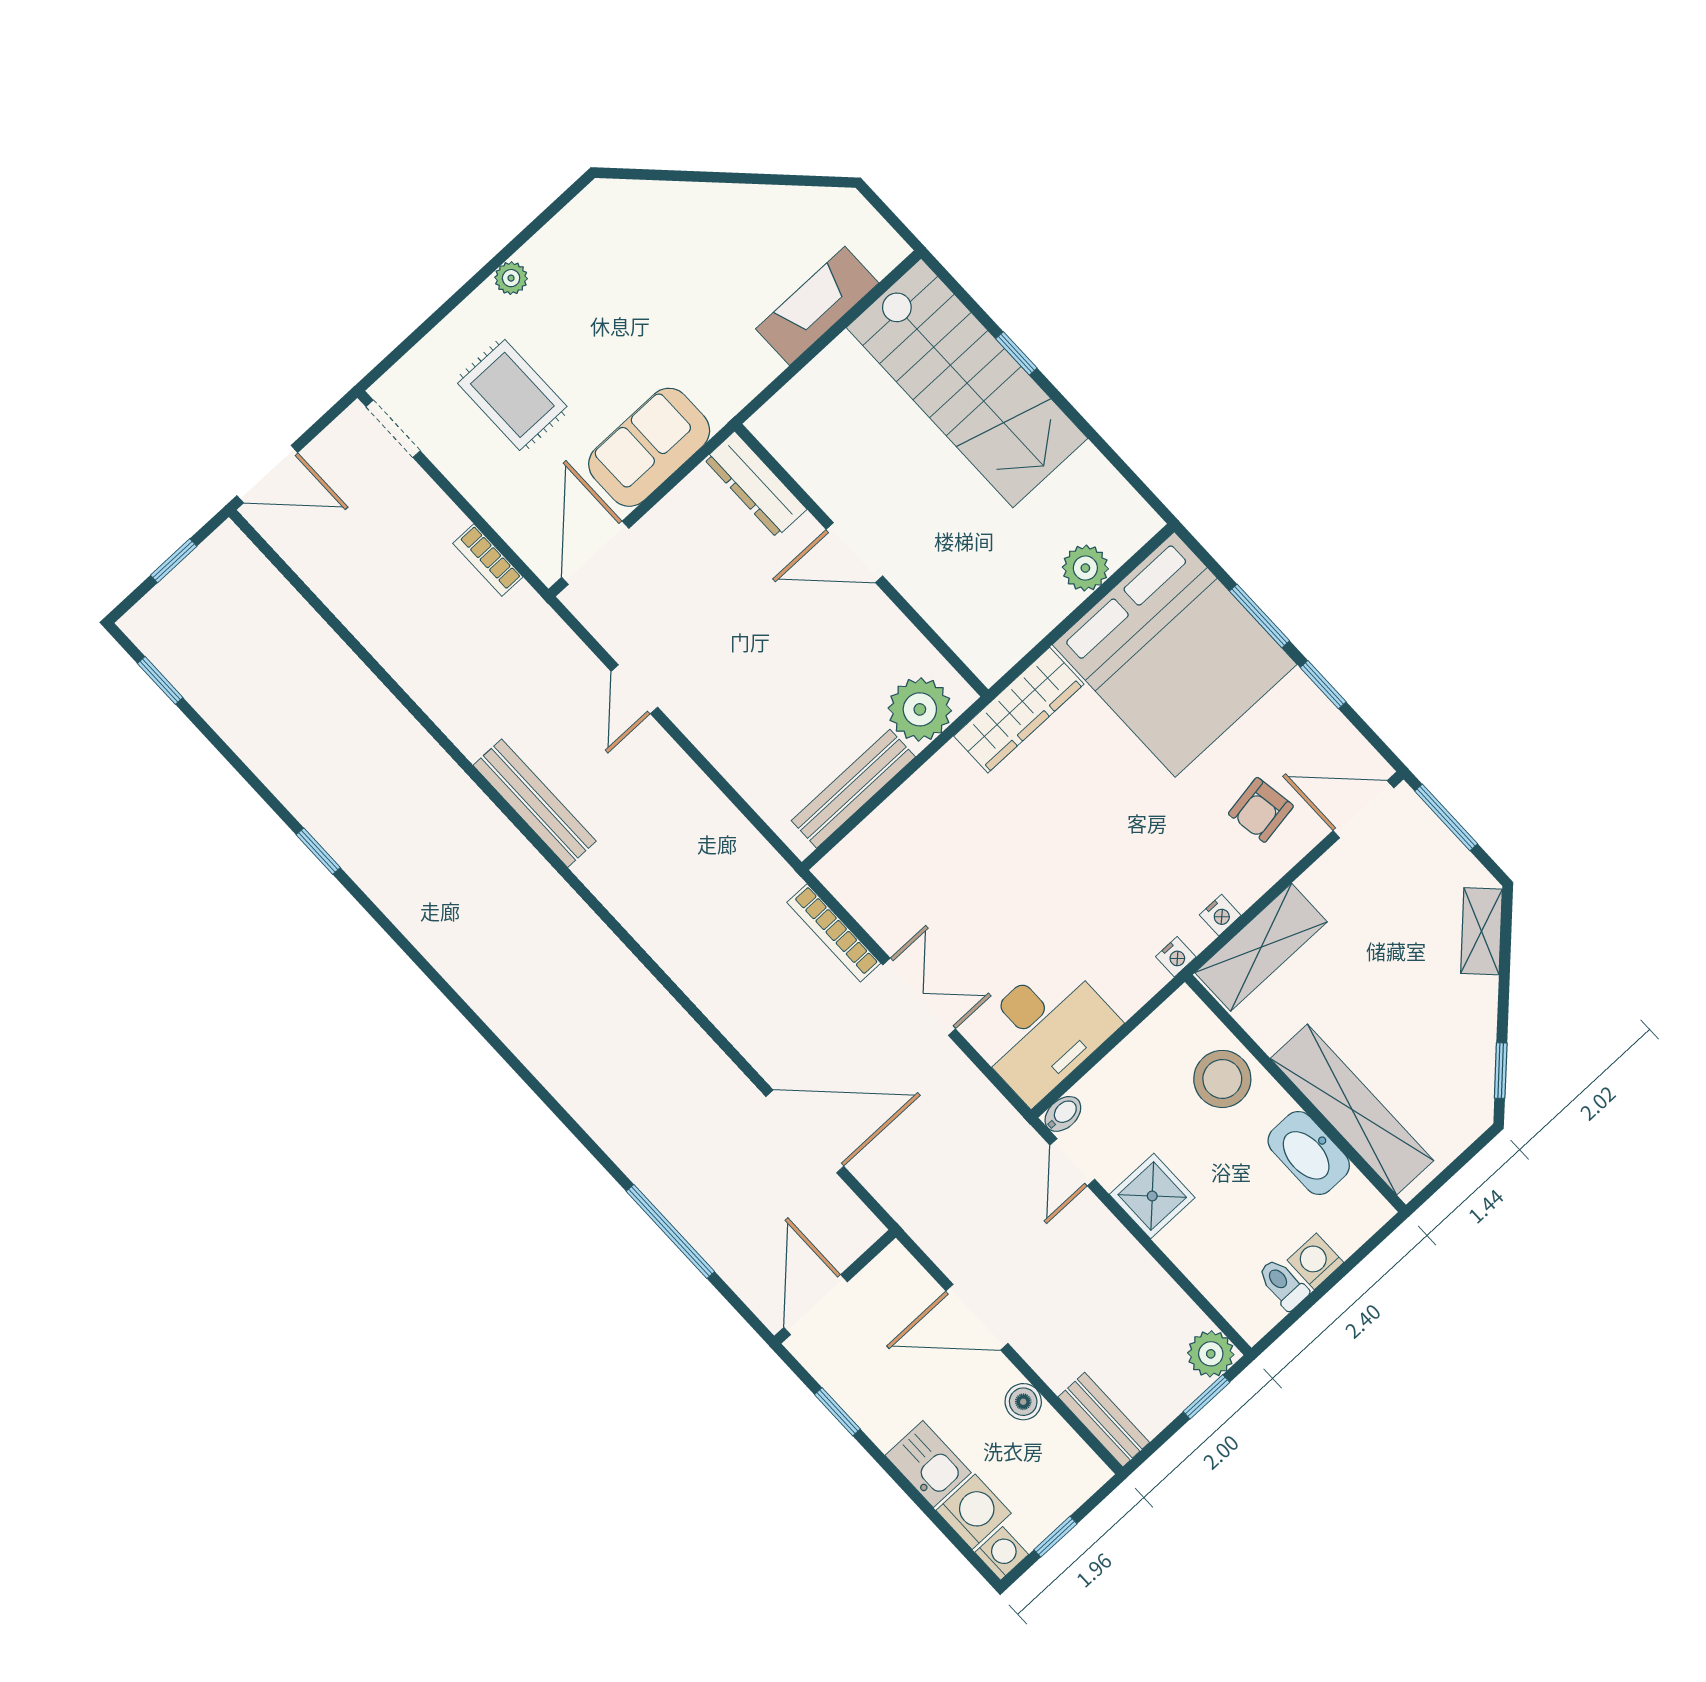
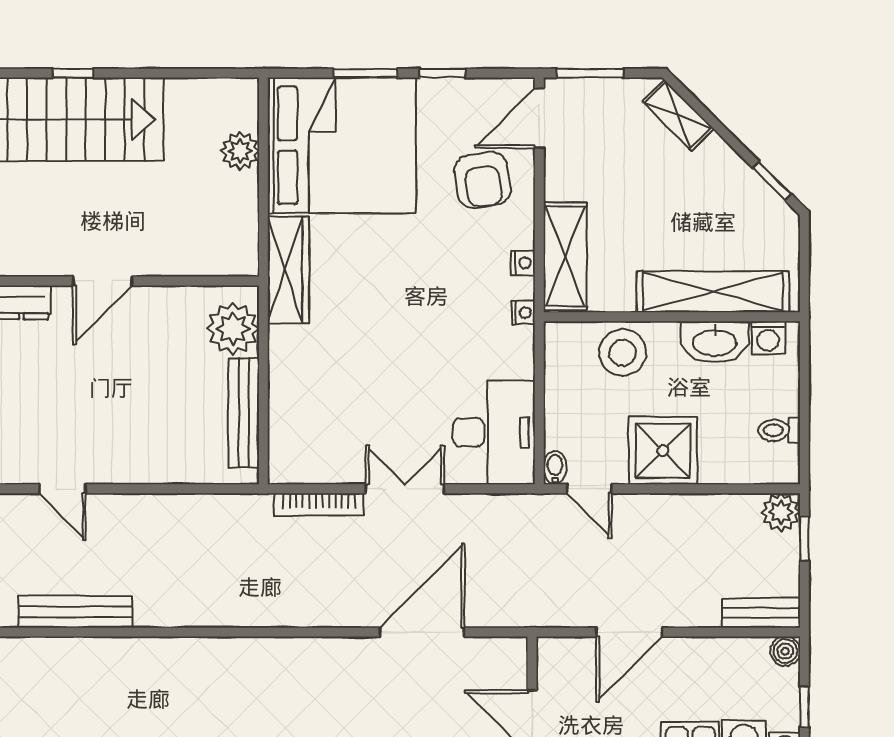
armchair: (1261, 810) -> (483, 180), width x1.38, depth x1.38
shower: (1152, 1196) -> (663, 451), width x1.36, depth x1.36
washing machine: (1315, 1261) -> (768, 338), moved, turned -90
boiler: (1023, 1402) -> (785, 651), moved

